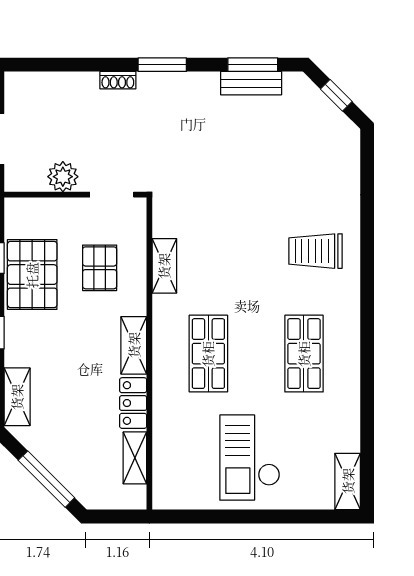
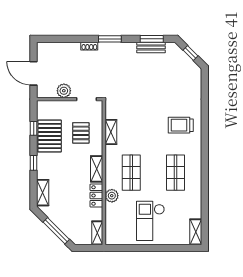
plant: (166, 403) -> (112, 196), added
shelving: (135, 458) -> (97, 233), moved

